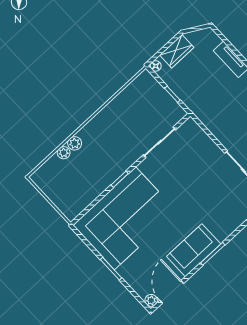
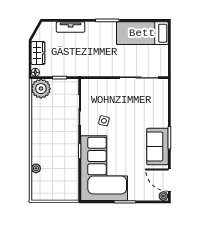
plant: (75, 143) -> (41, 89), moved, width x1.88, depth x1.88
side table: (170, 176) -> (104, 121), added

